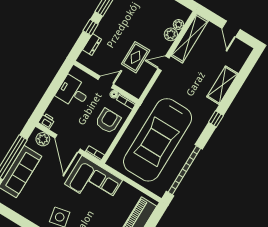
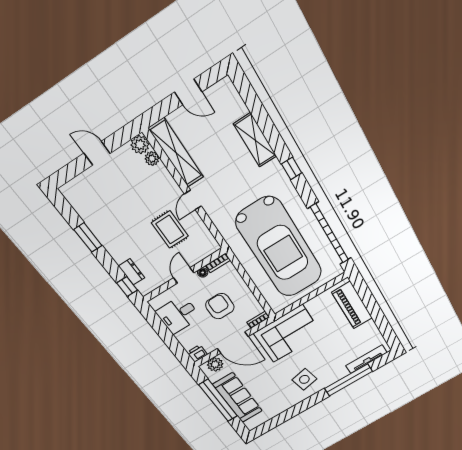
window: (91, 28) -> (127, 287), moved
plant: (171, 34) -> (140, 145), moved
armchair: (108, 121) -> (220, 306), moved

